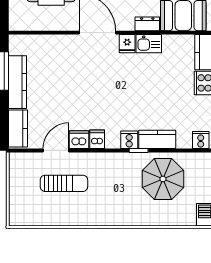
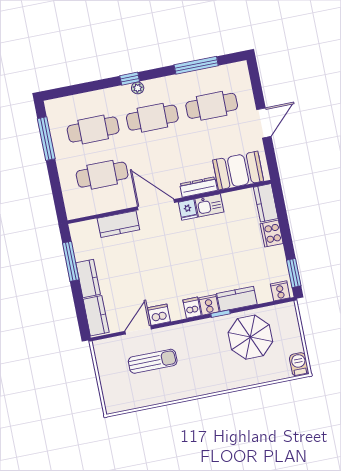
dresser: (147, 24) -> (199, 187), width x1.44
kitchen counter: (57, 44) -> (118, 224), added
kitchen counter: (18, 82) -> (88, 279), width x0.67
dishwasher: (97, 139) -> (192, 308), moved

